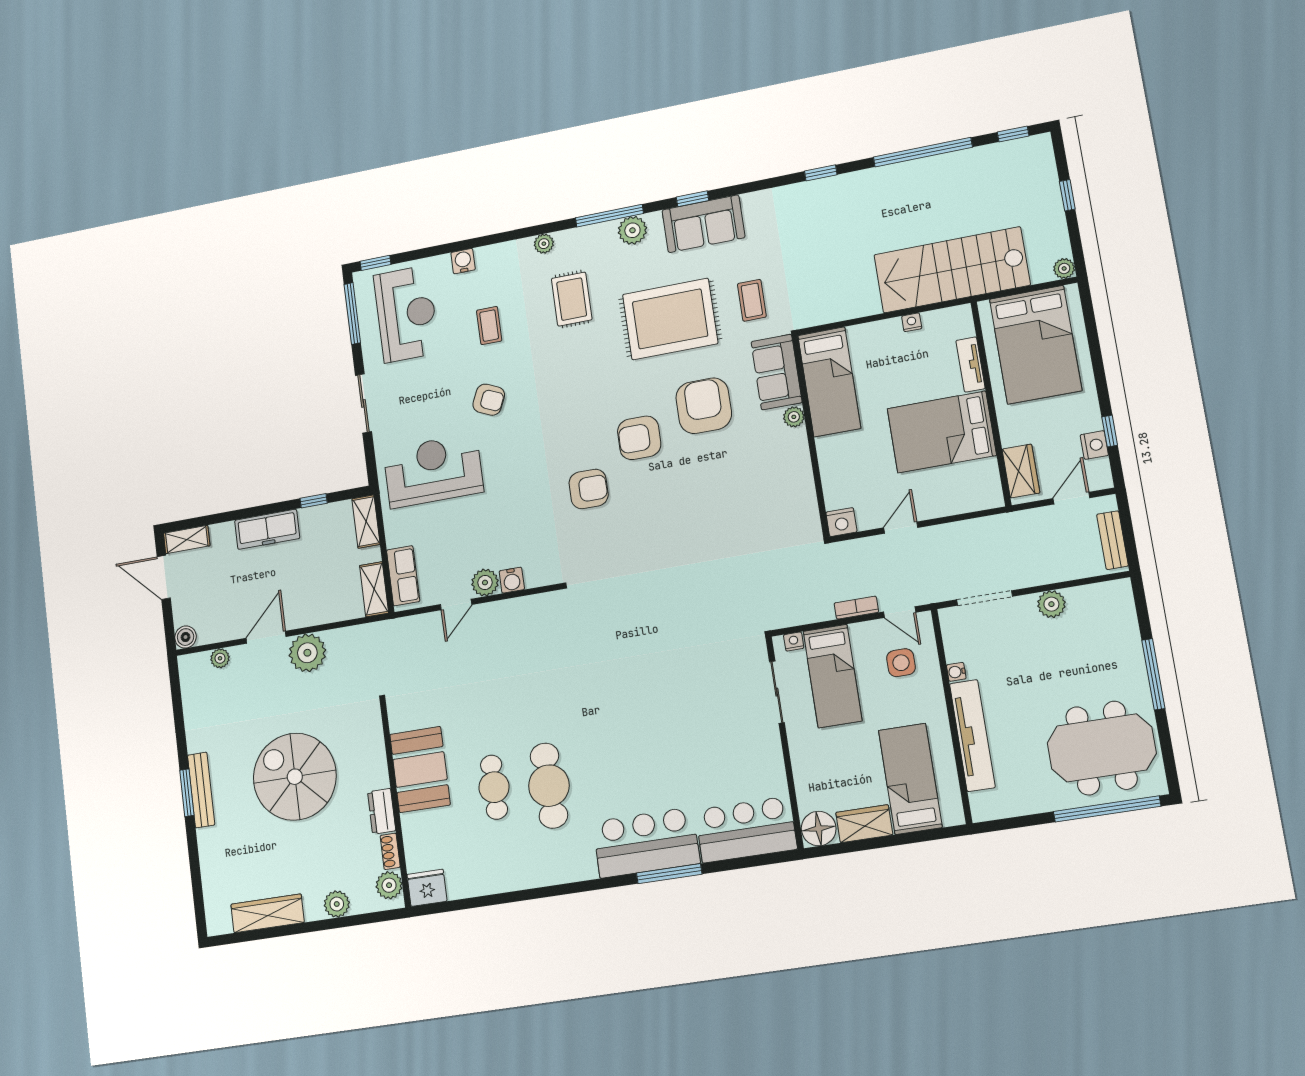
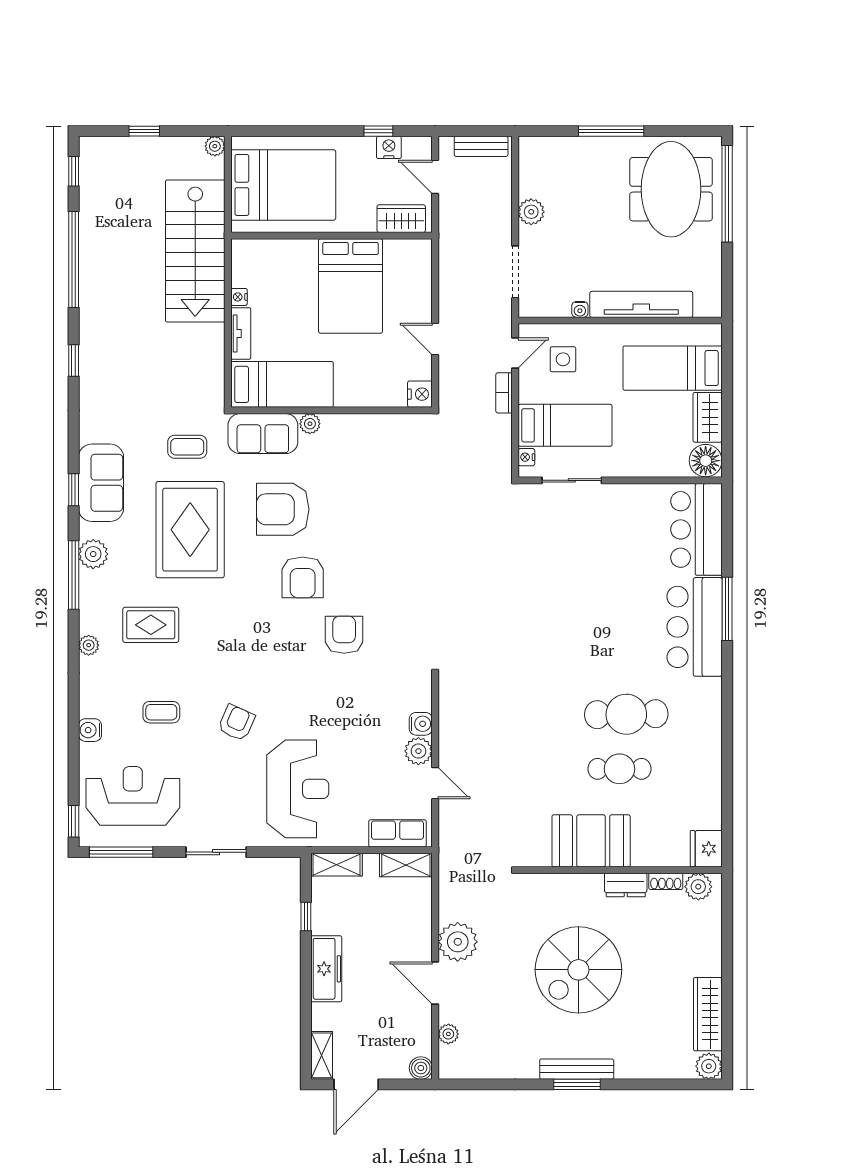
tv unit: (970, 364) -> (241, 333), moved, turned -90
reception desk: (433, 471) -> (298, 789), turned 180
plant: (337, 904) -> (709, 1066), moved

